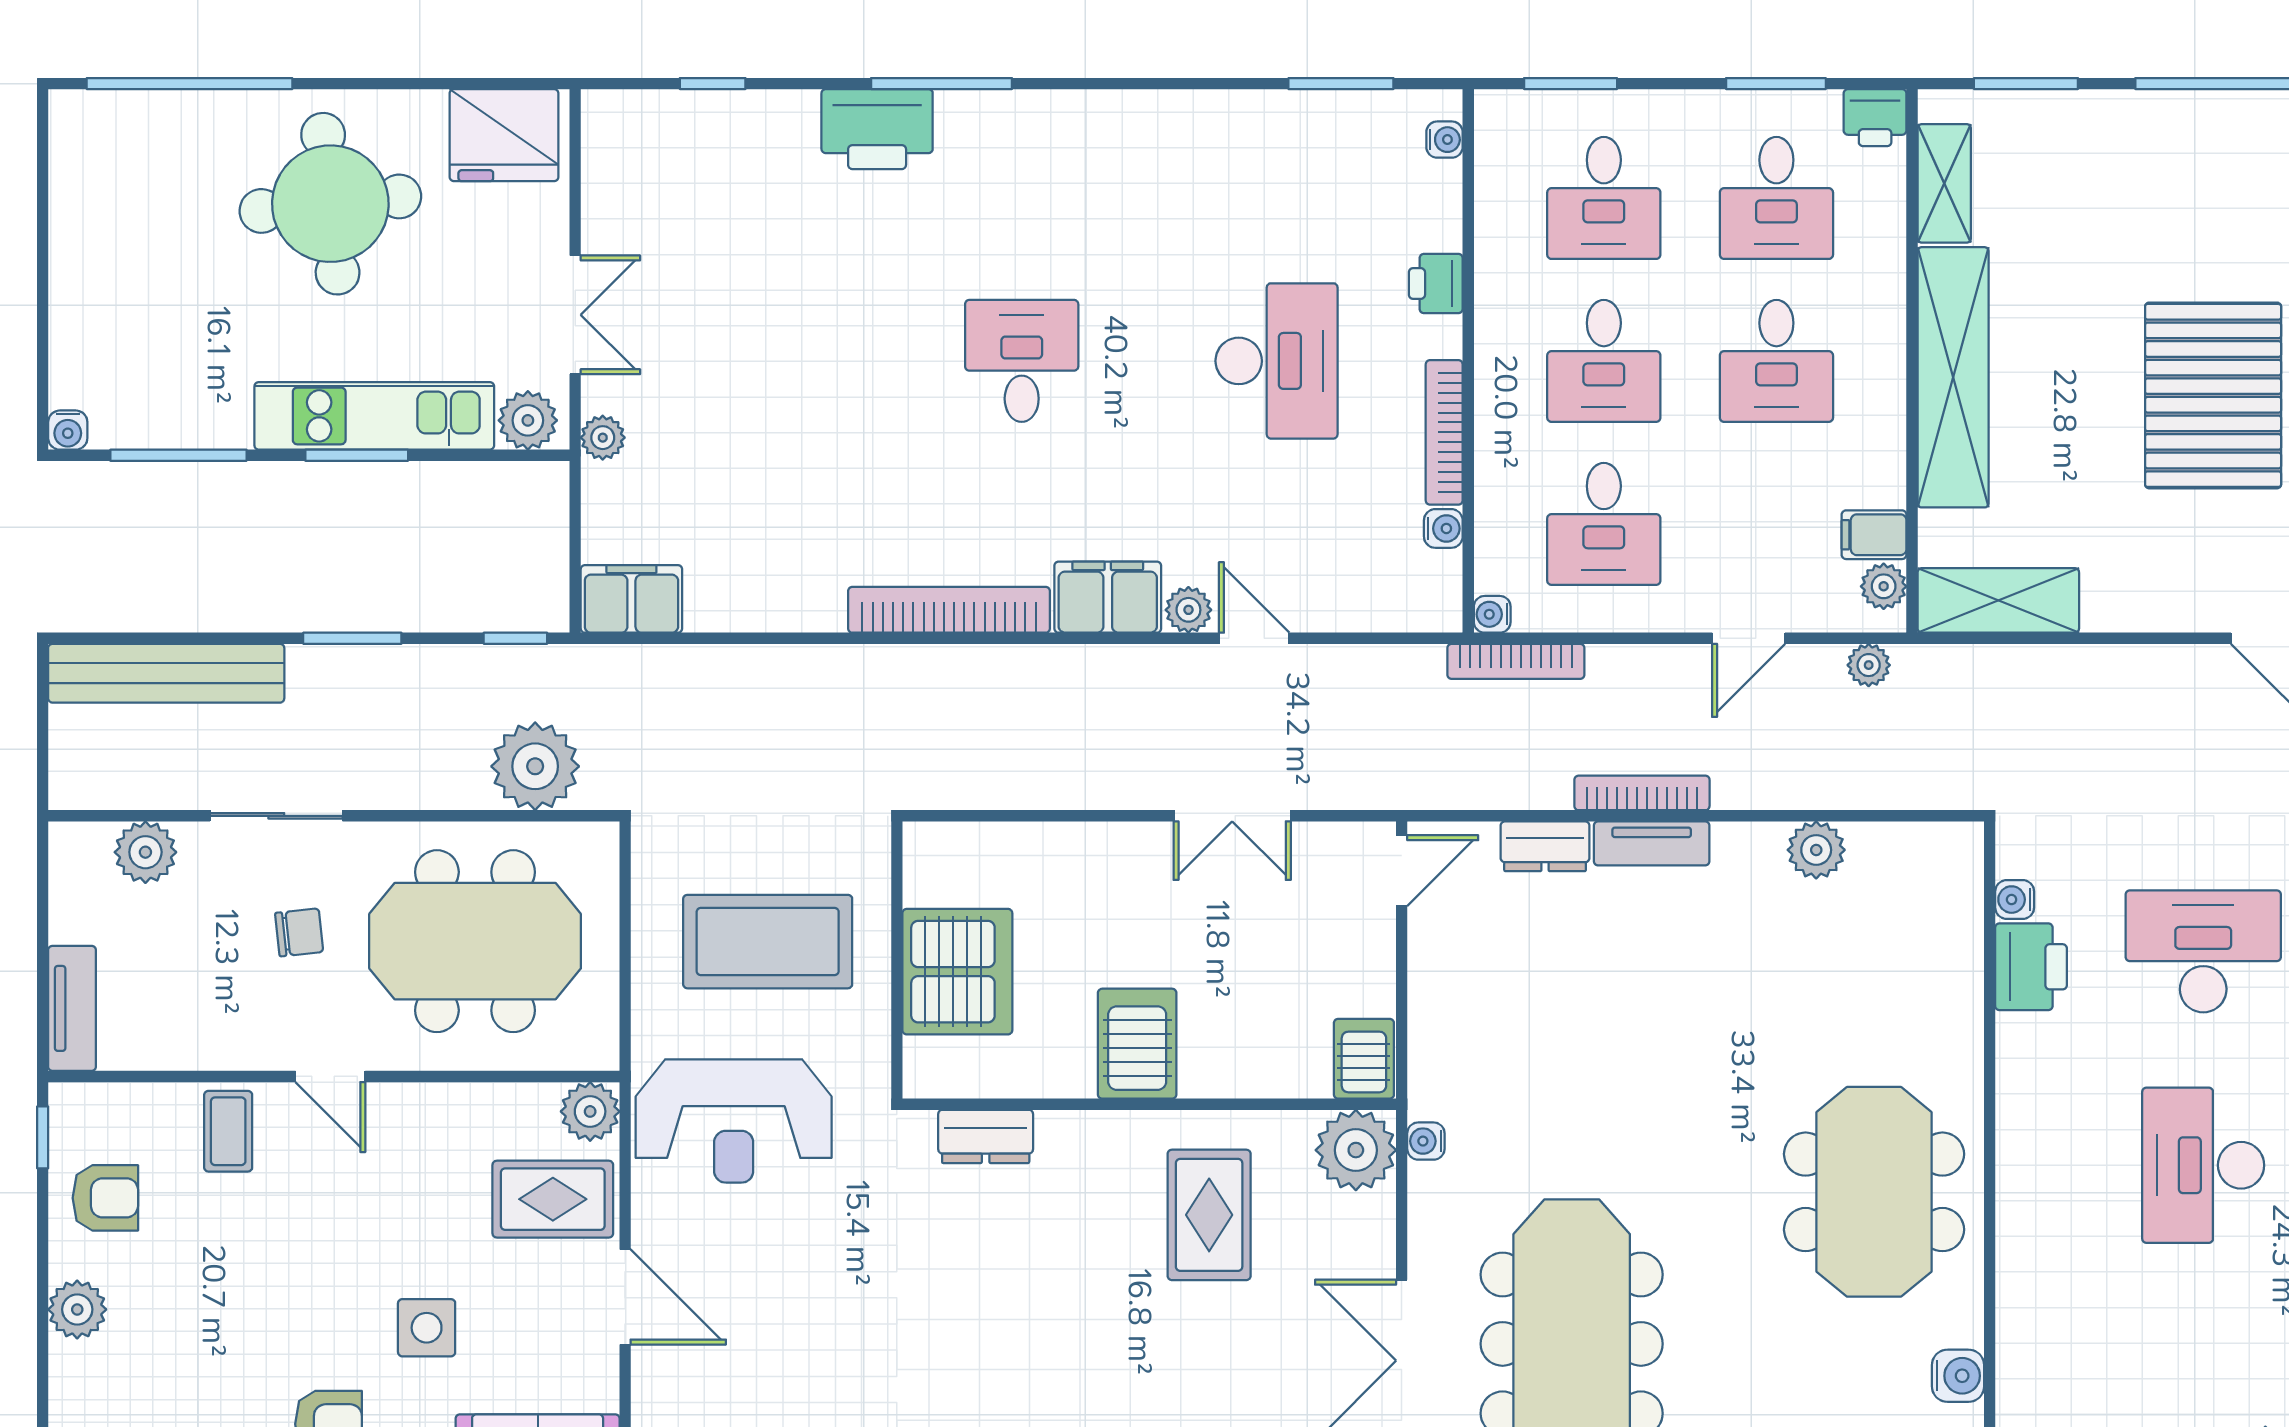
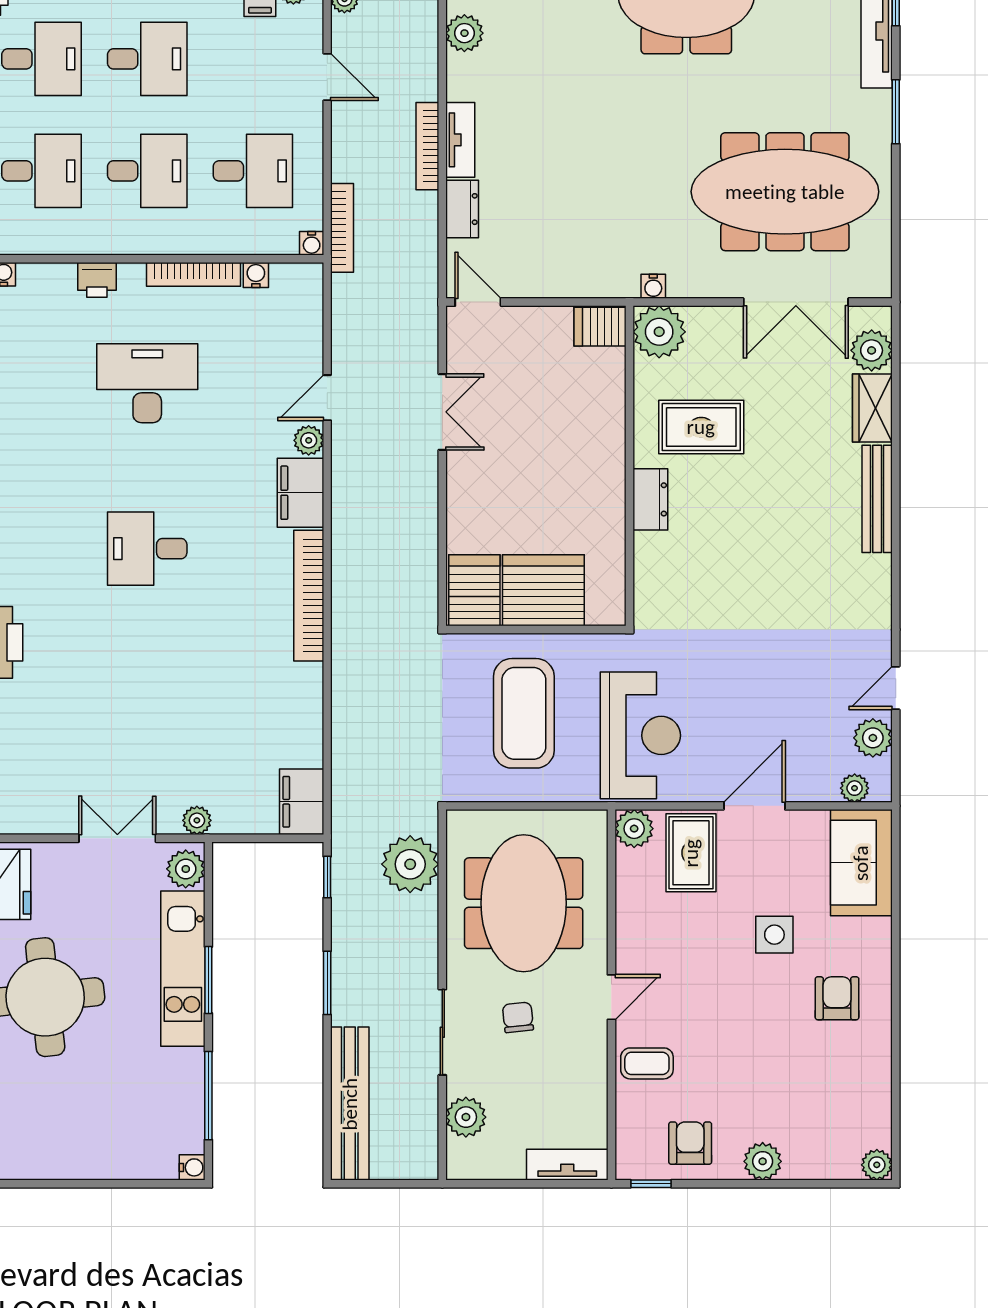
server rack: (1137, 1044) -> (474, 590), moved, turned 90
dresser: (986, 1136) -> (650, 499), moved

